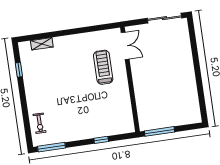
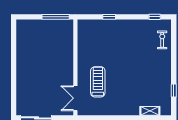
treadmill: (103, 67) -> (98, 82), turned 180
window: (51, 147) -> (155, 17), width x0.46

